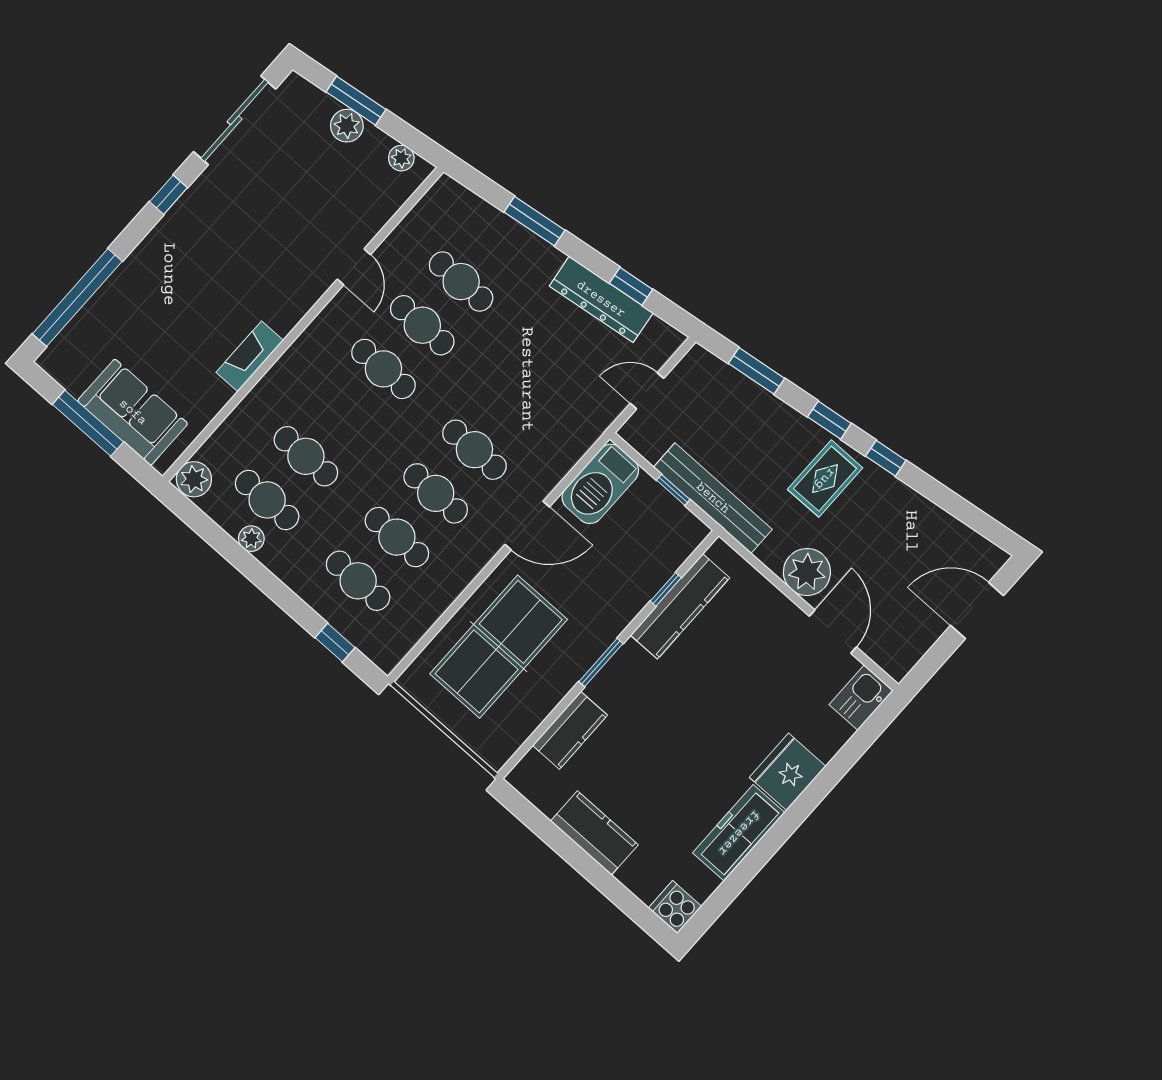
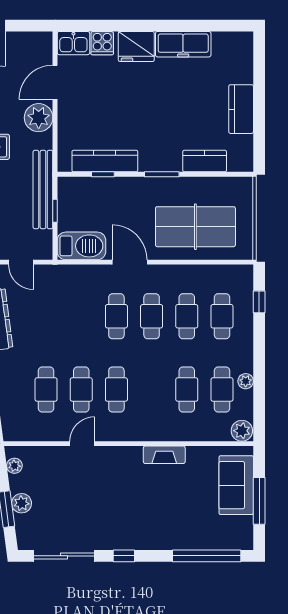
cooker: (675, 907) -> (102, 43), moved

